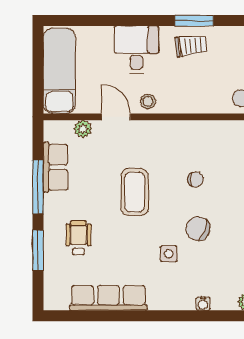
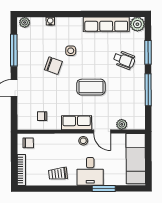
window: (194, 20) -> (104, 188), moved
row of seats: (55, 167) -> (77, 123), moved, turned 90
chair: (195, 179) -> (42, 116), moved
coffee table: (135, 192) -> (91, 87), turned 90
wheelchair: (78, 238) -> (124, 60), turned -69
plant: (56, 298) -> (137, 24), added

